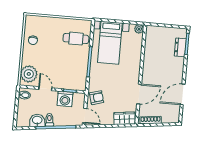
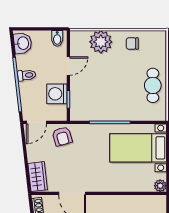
cafe table: (76, 39) -> (153, 85), moved
plant: (29, 74) -> (101, 42), moved
washbasin: (37, 120) -> (23, 43), moved

